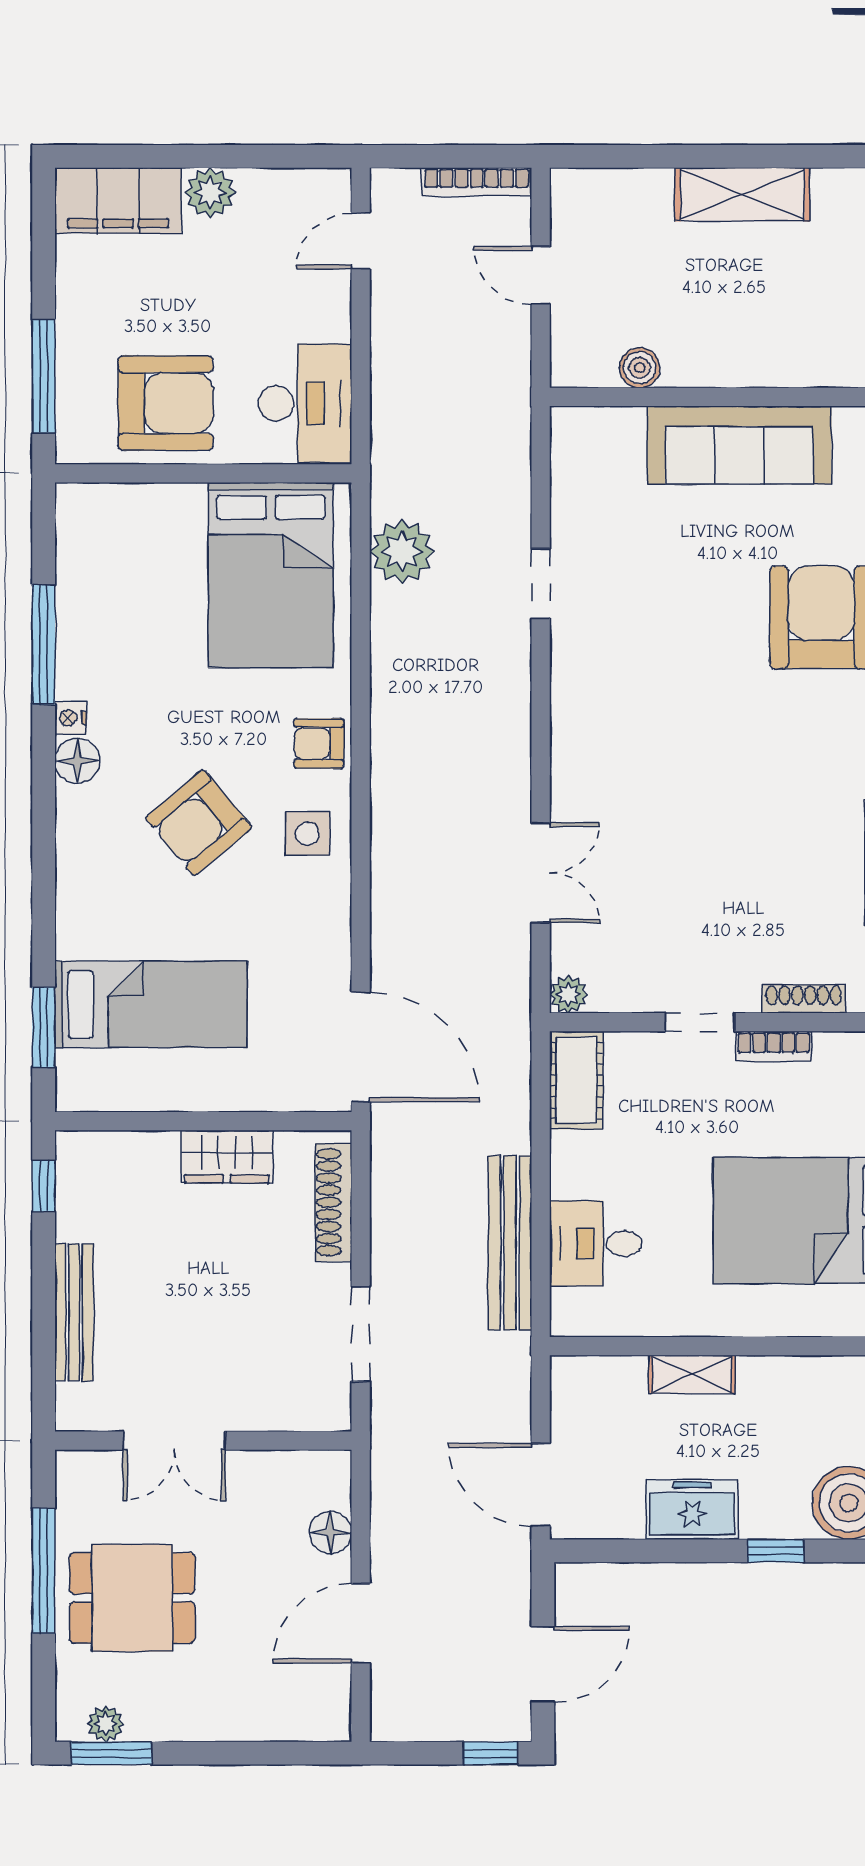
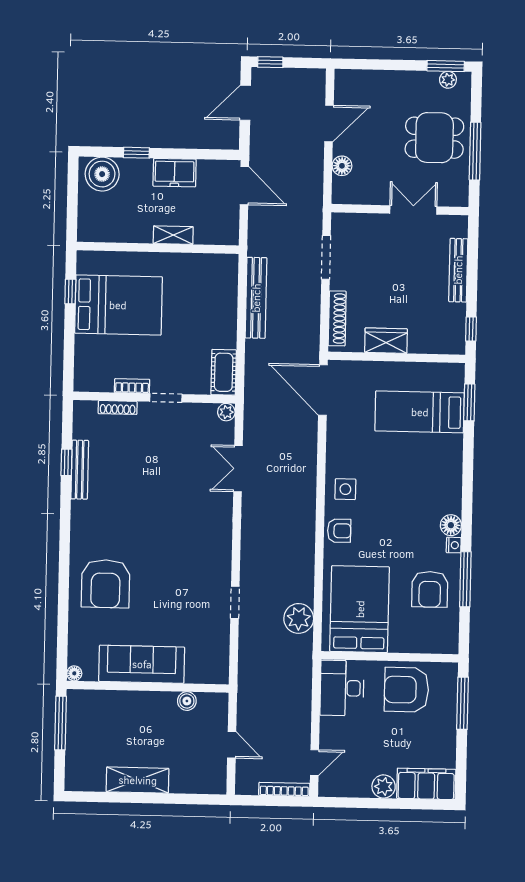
bookcase: (477, 182) -> (284, 789), moved
armchair: (199, 823) -> (430, 589), moved, turned 130
desk: (596, 1243) -> (216, 297), removed

